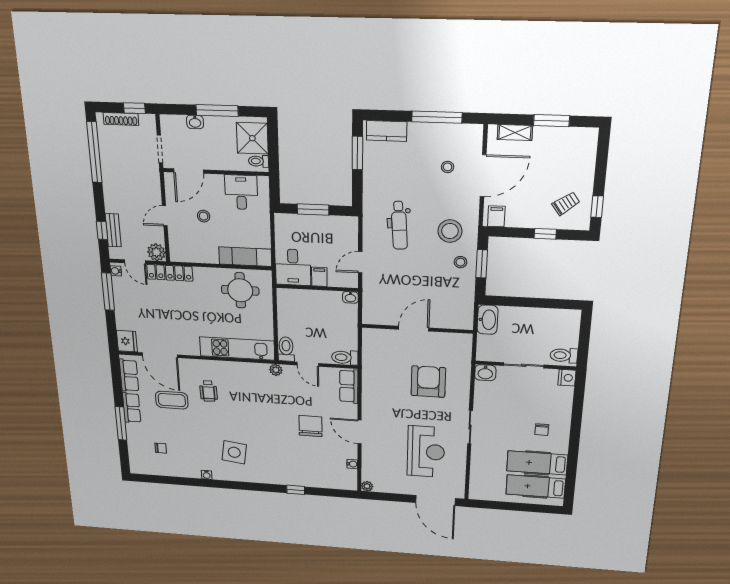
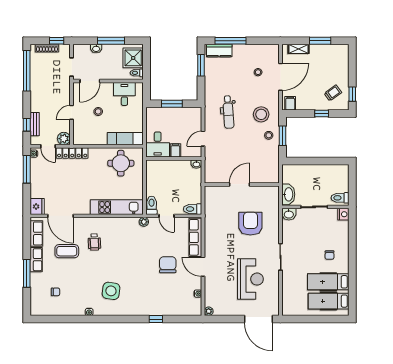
window: (437, 117) -> (231, 41), moved
washbasin: (487, 320) -> (288, 194), moved
row of seats: (349, 386) -> (195, 237), width x1.48

